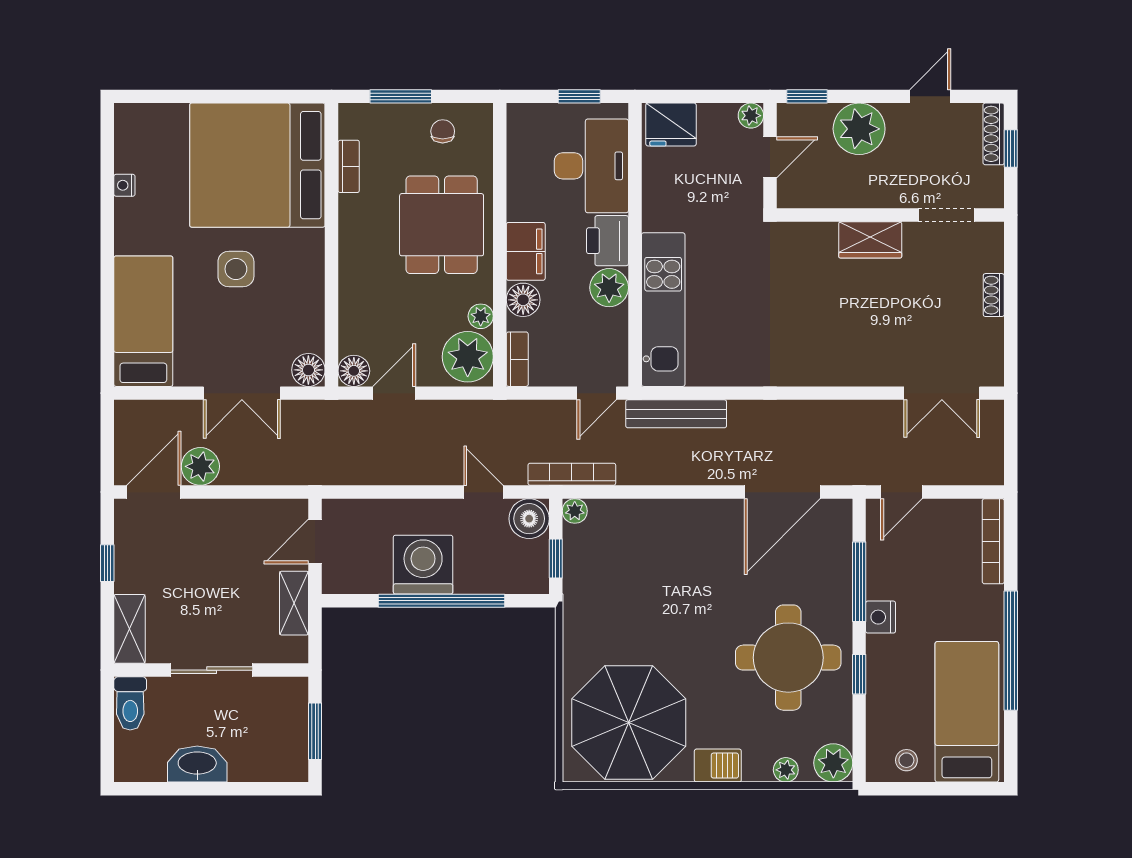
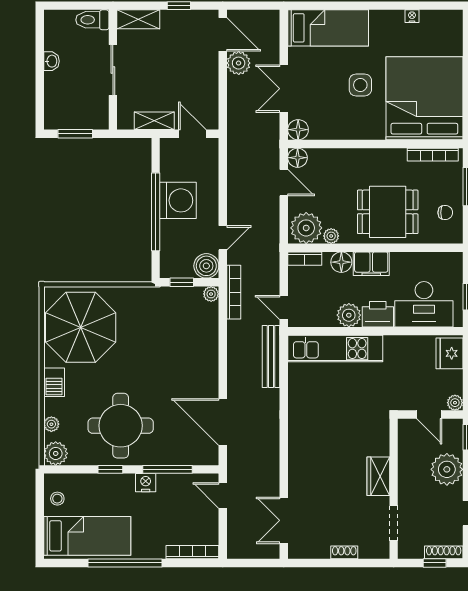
bookcase: (349, 166) -> (433, 155), width x1.56
washbasin: (197, 764) -> (51, 61), width x0.52, depth x0.69

